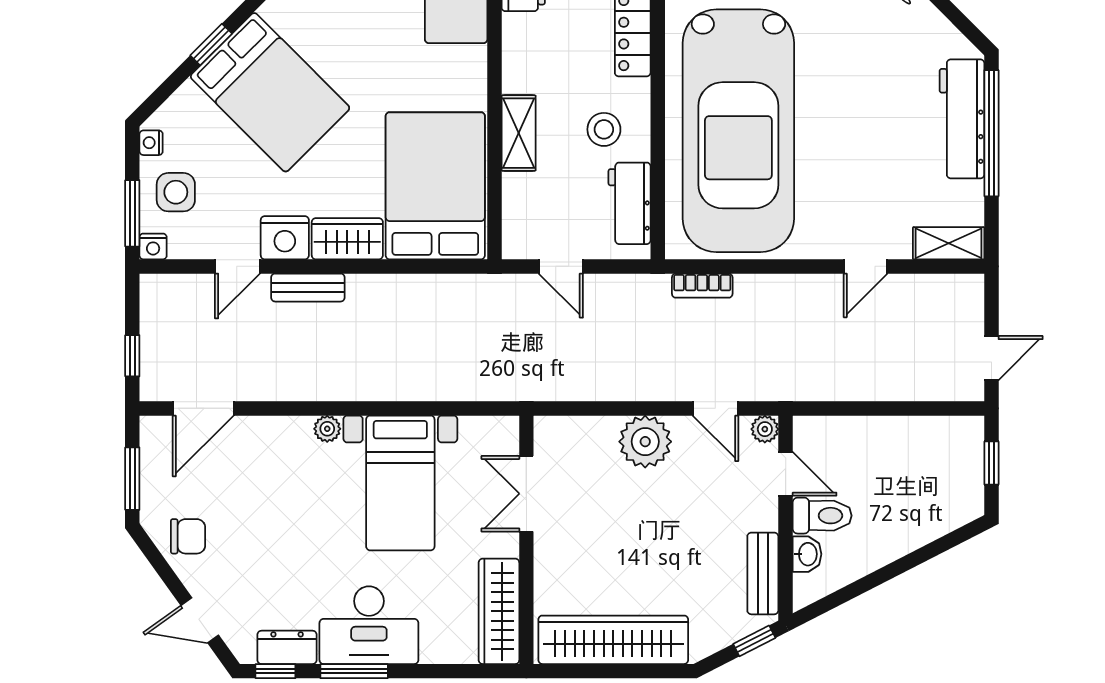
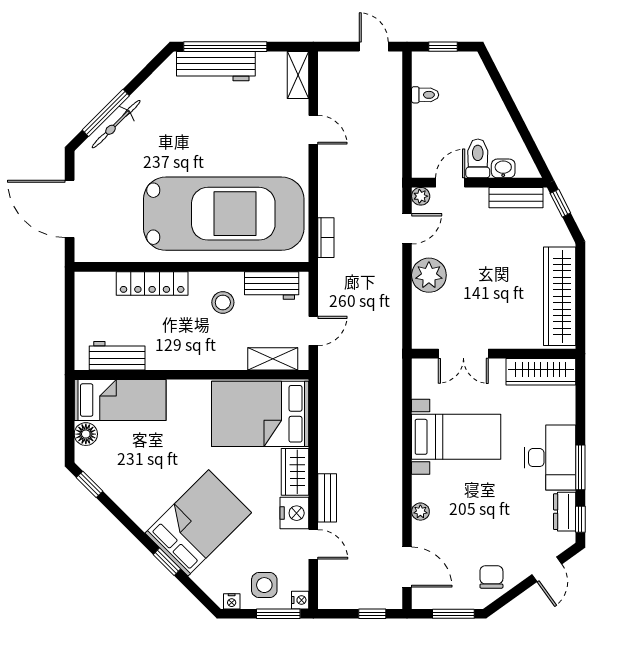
shelving: (519, 133) -> (273, 359), moved
plant: (327, 429) -> (420, 512), moved
toilet: (918, 436) -> (425, 95), added

